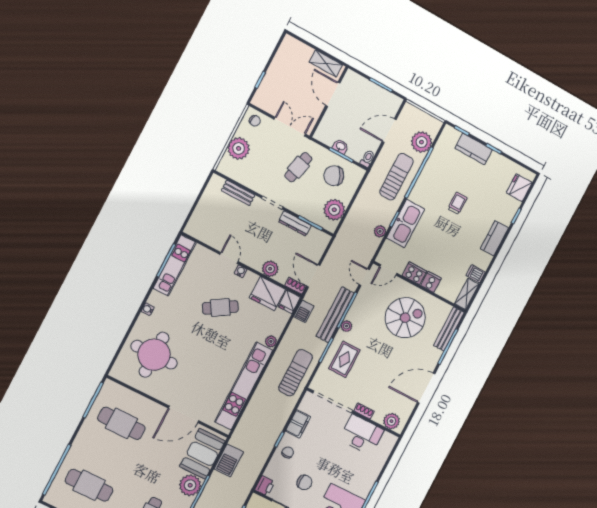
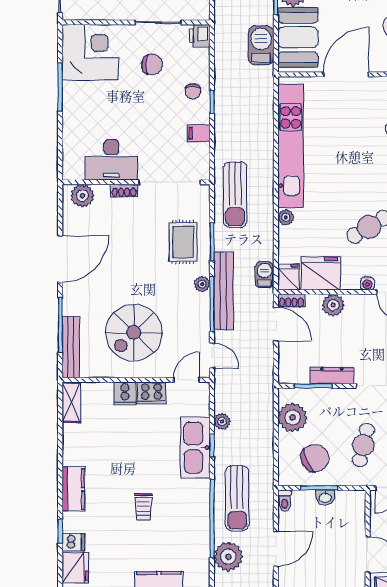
dishwasher: (476, 274) -> (73, 542), moved
filing cabinet: (298, 424) -> (199, 133), width x0.50
chair: (304, 482) -> (152, 64), turned 180

